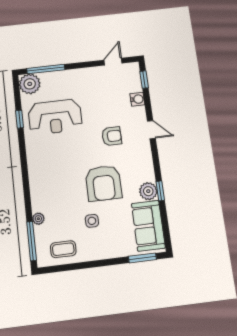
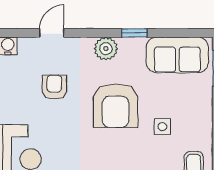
armchair: (104, 183) -> (116, 106), turned 90
plant: (148, 191) -> (106, 49), moved

